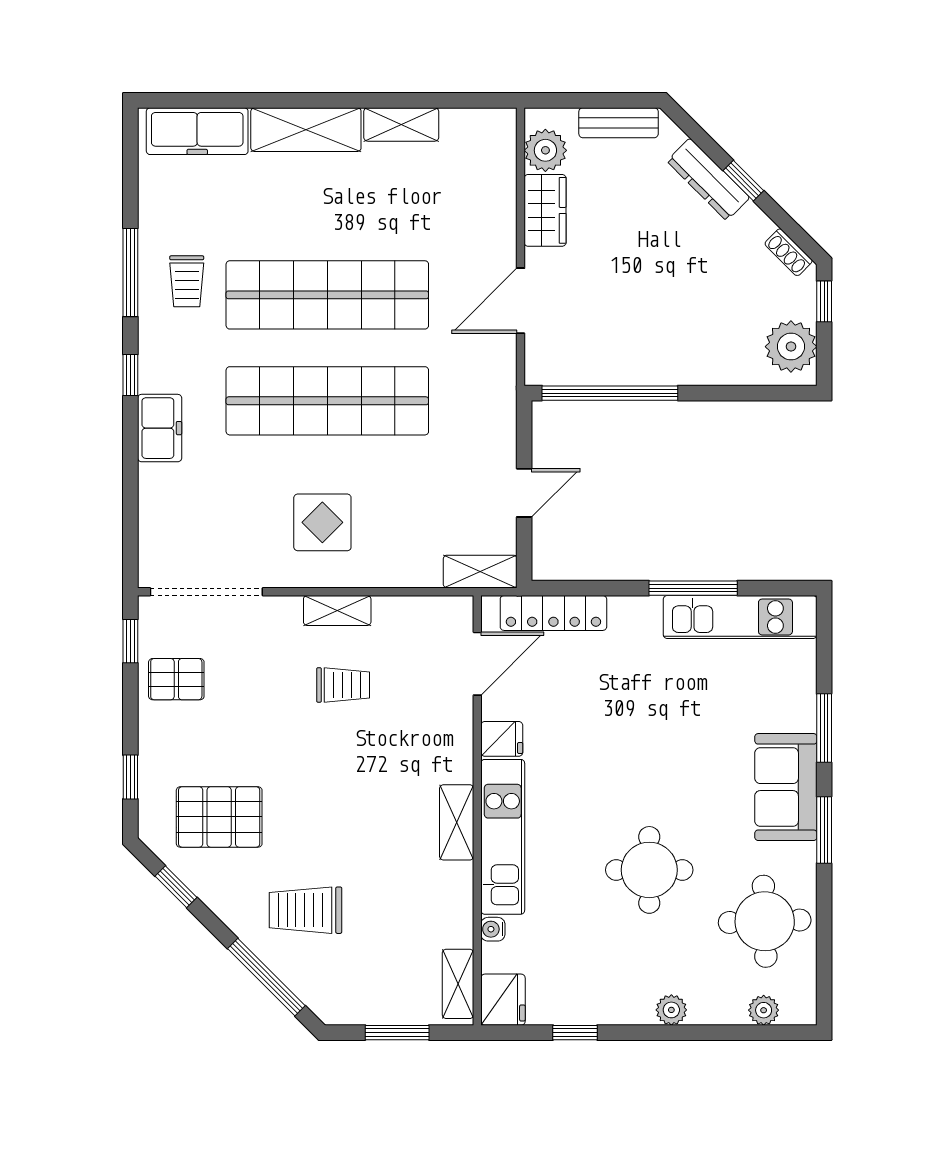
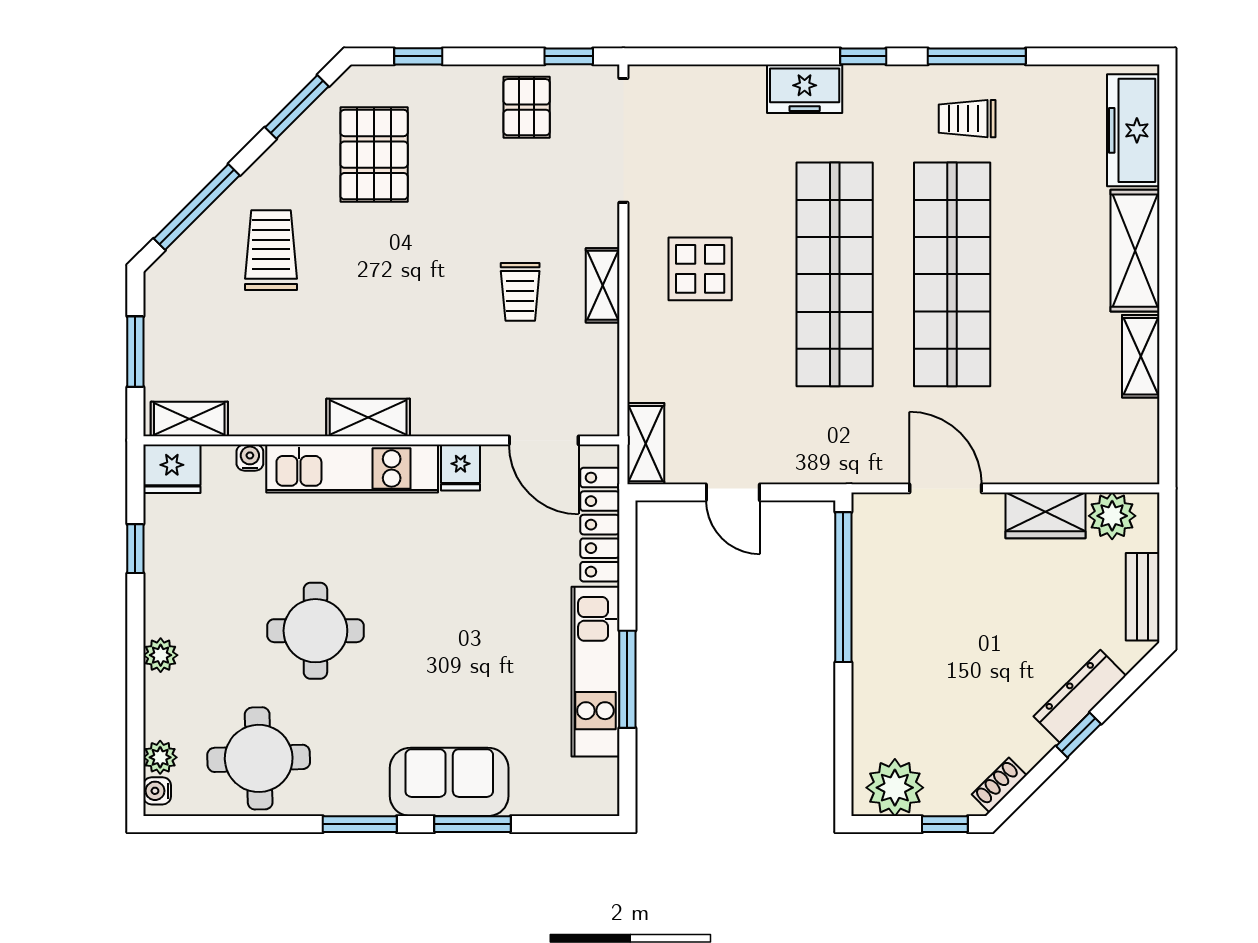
kitchen unit: (740, 617) -> (595, 672), moved
sofa: (786, 787) -> (449, 782), moved
window: (176, 887) -> (297, 107), width x1.50
water cooler: (794, 1013) -> (157, 791), added

